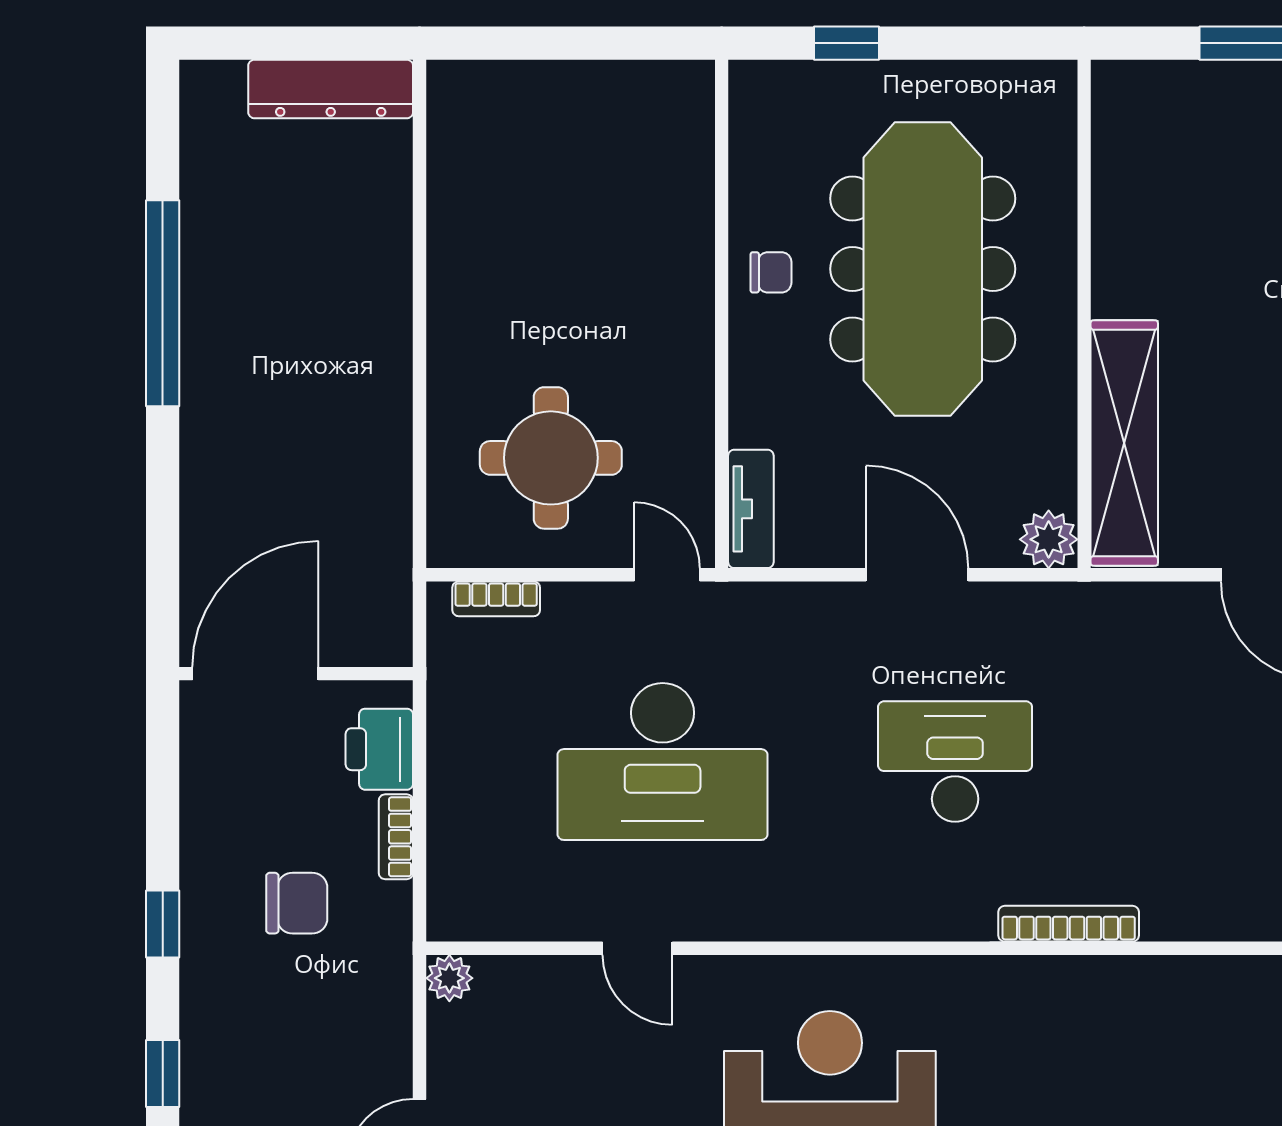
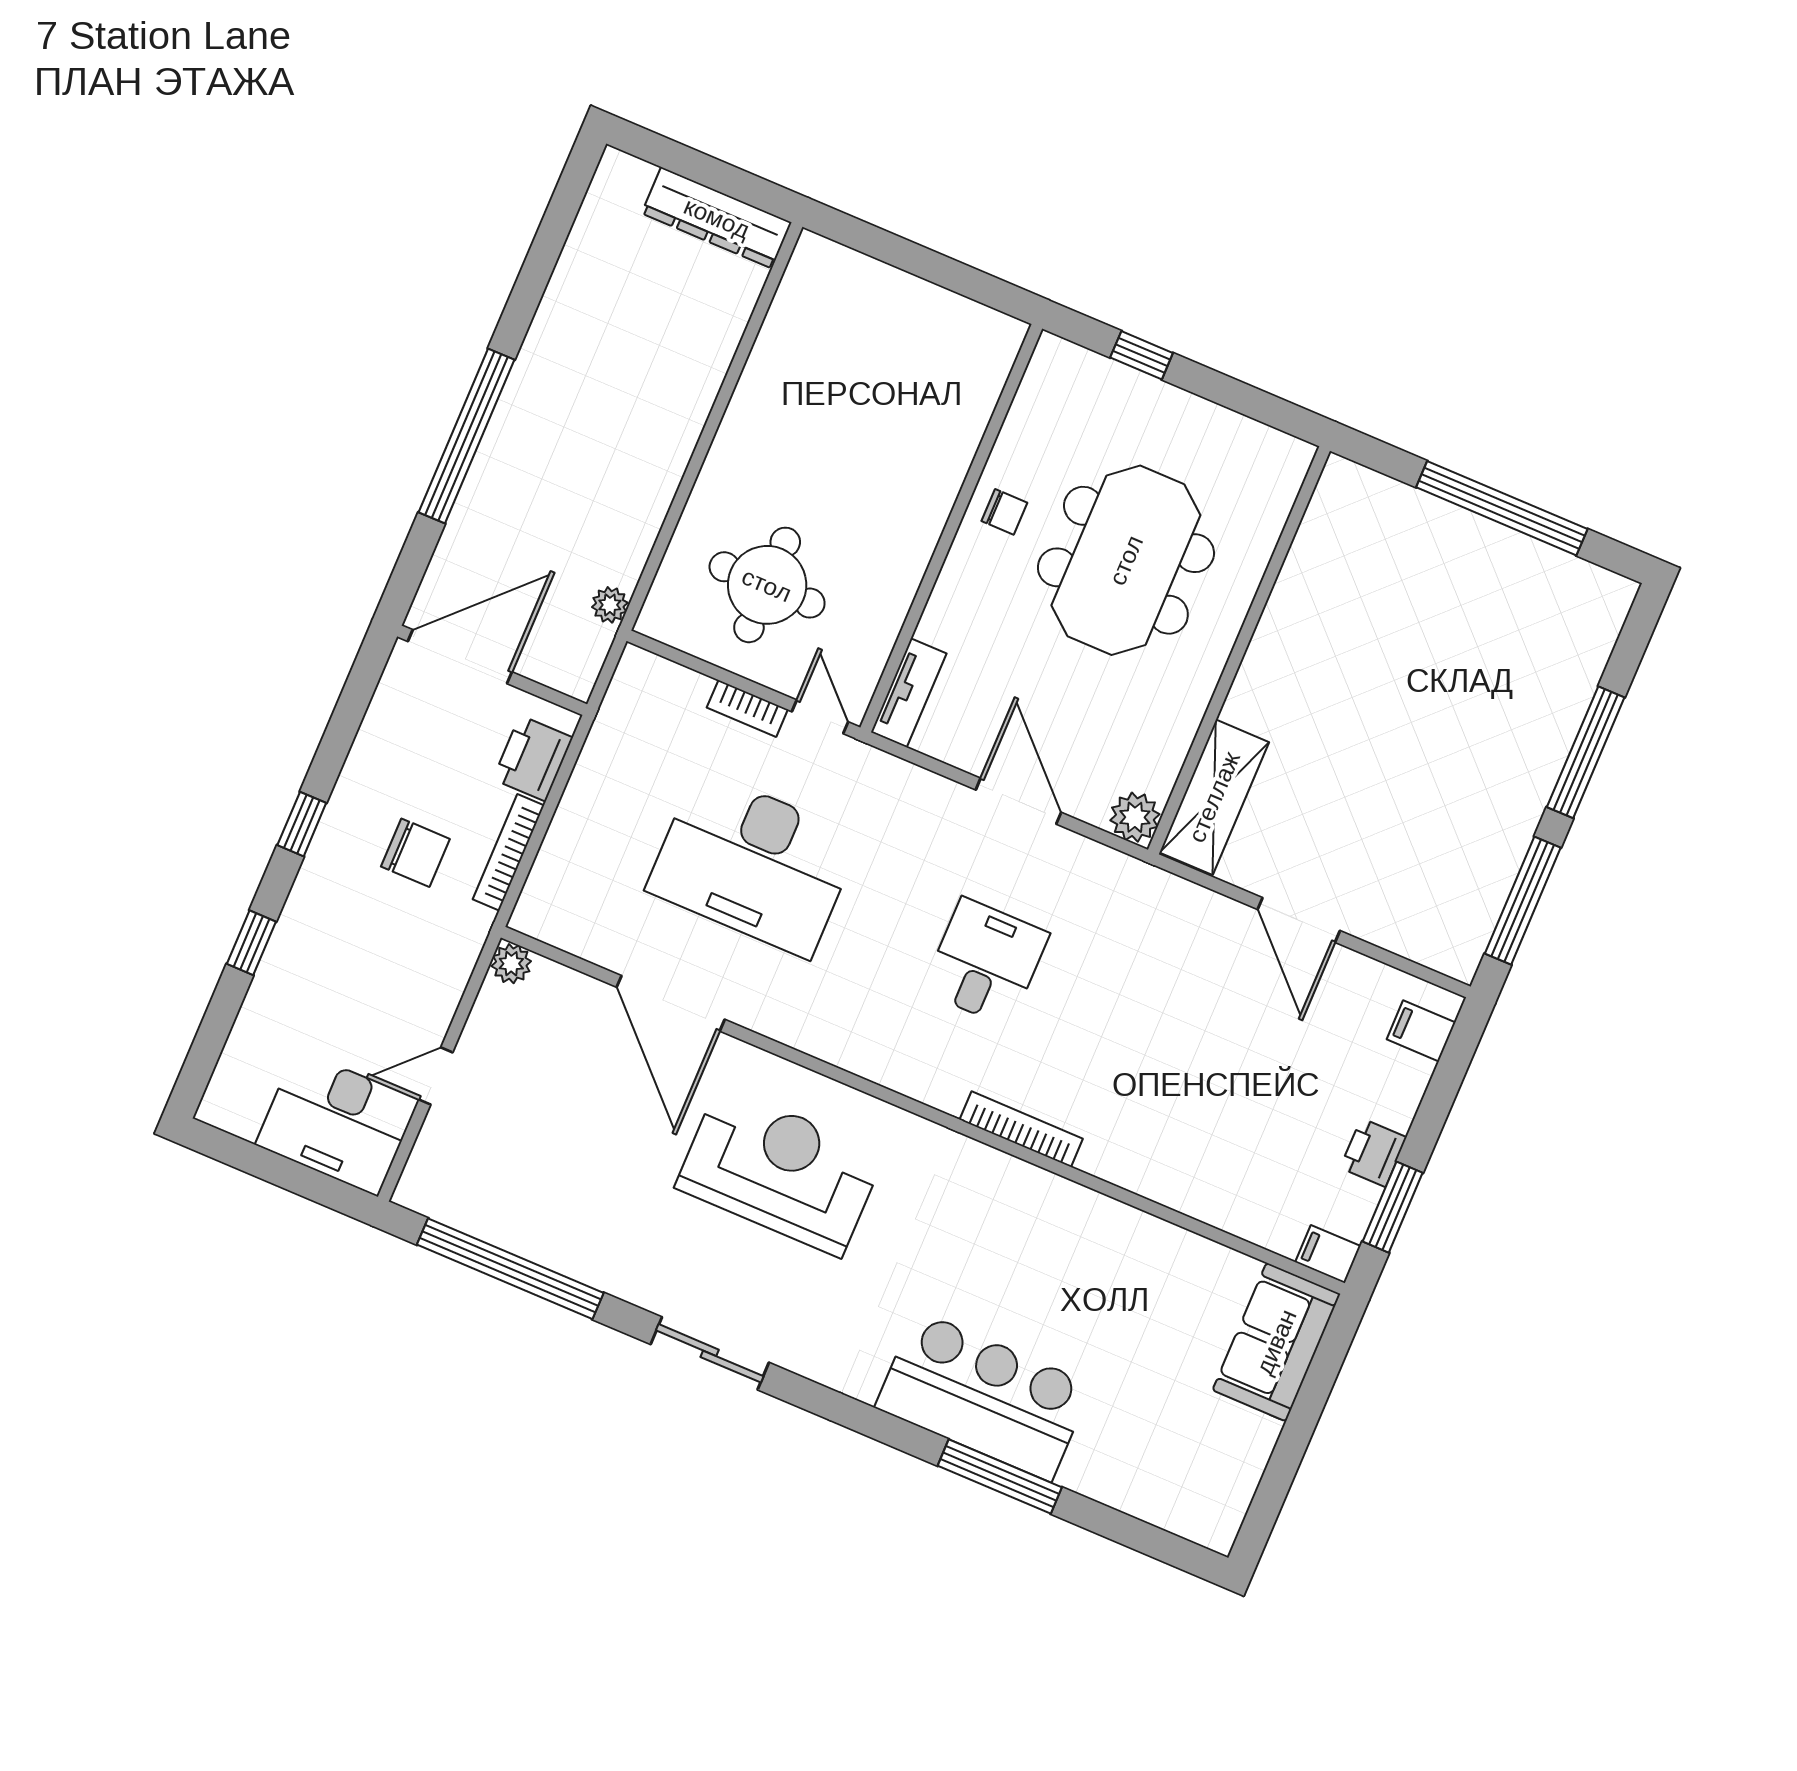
meeting table: (923, 269) -> (1126, 560), width x0.73
window: (163, 303) -> (467, 436), moved
shelving: (1124, 443) -> (1214, 797), width x0.68
plant: (392, 551) -> (610, 605), added
bookcase: (496, 599) -> (747, 709), moved
desk: (955, 762) -> (986, 962), width x0.73
bookcase: (396, 837) -> (508, 852), width x1.56
door: (637, 948) -> (671, 1003), width x1.87

